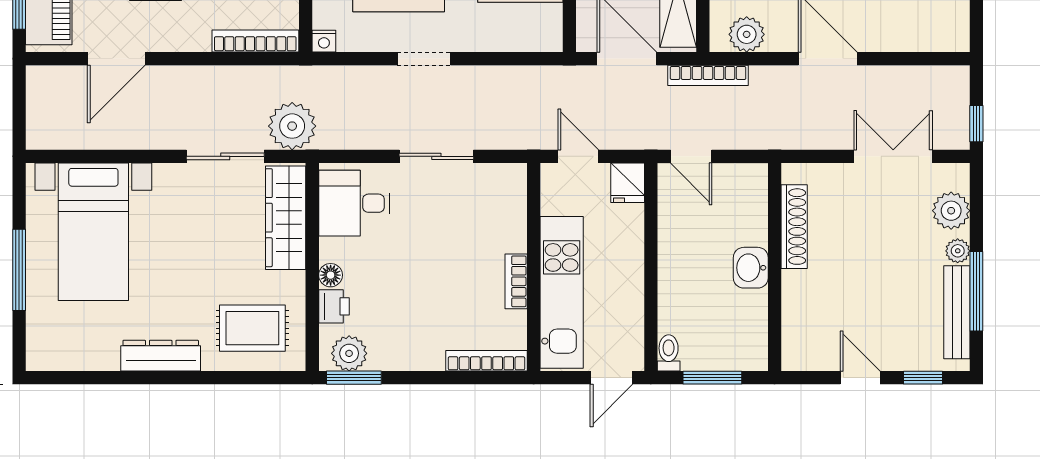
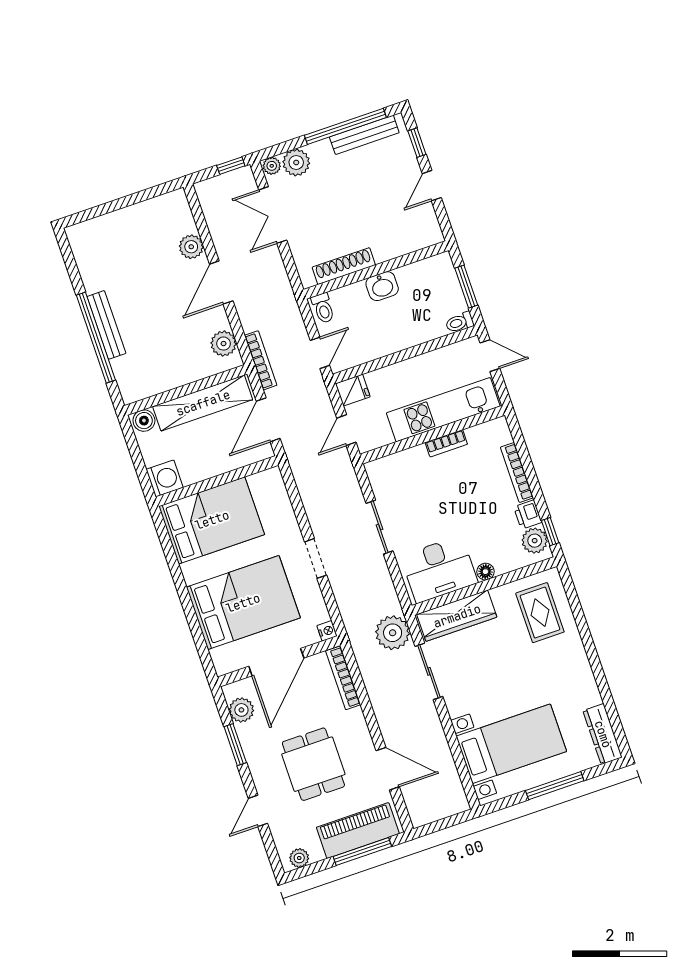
plant: (888, 35) -> (191, 247), added
toilet: (748, 181) -> (323, 308), added
desk: (354, 203) -> (439, 569), width x1.37
plant: (958, 251) -> (272, 166), moved
window: (976, 291) -> (345, 126), width x1.46
printer: (334, 306) -> (528, 515), moved, turned -90
dresser: (161, 356) -> (603, 734), moved
bookcase: (486, 361) -> (517, 472), moved
window: (354, 378) -> (550, 532), width x0.67

